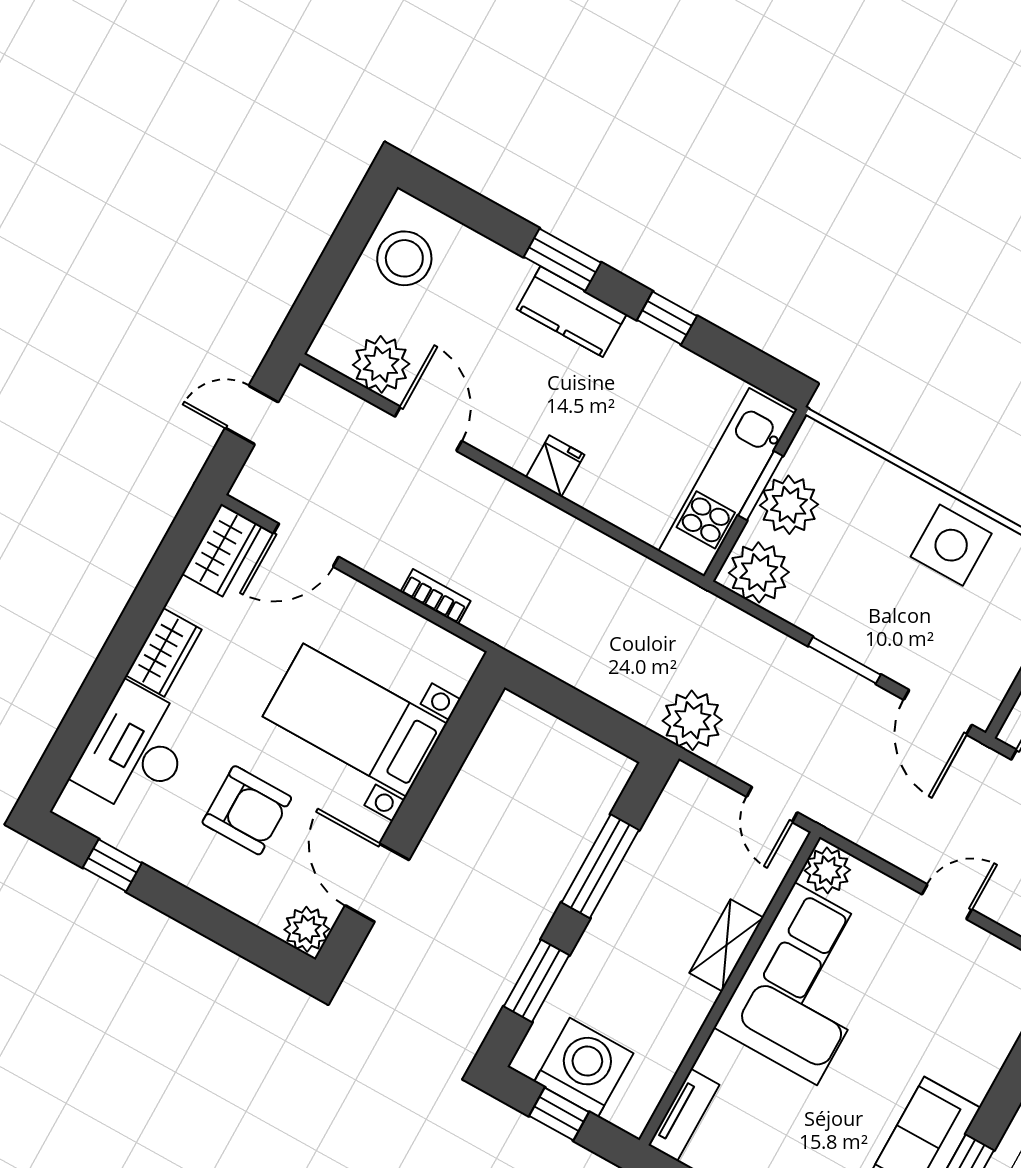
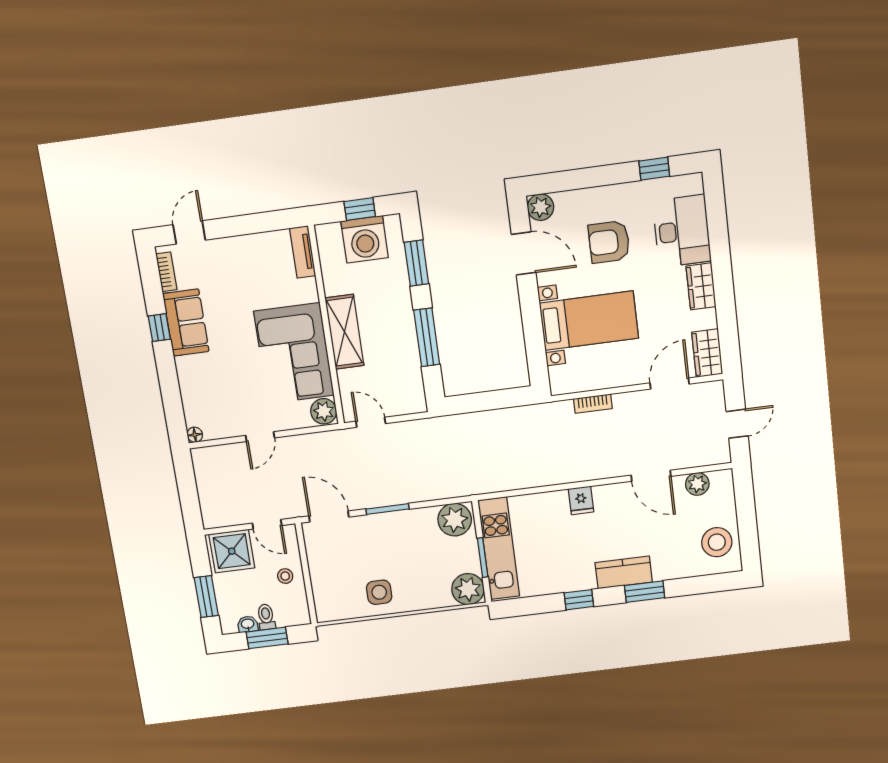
plant: (381, 364) -> (697, 484), width x0.73, depth x0.73
plant: (789, 505) -> (468, 589), moved
side table: (951, 545) -> (379, 592), width x0.73, depth x0.73
plant: (692, 720) -> (435, 433), removed
shelving: (726, 945) -> (344, 332), width x1.50, depth x1.33

